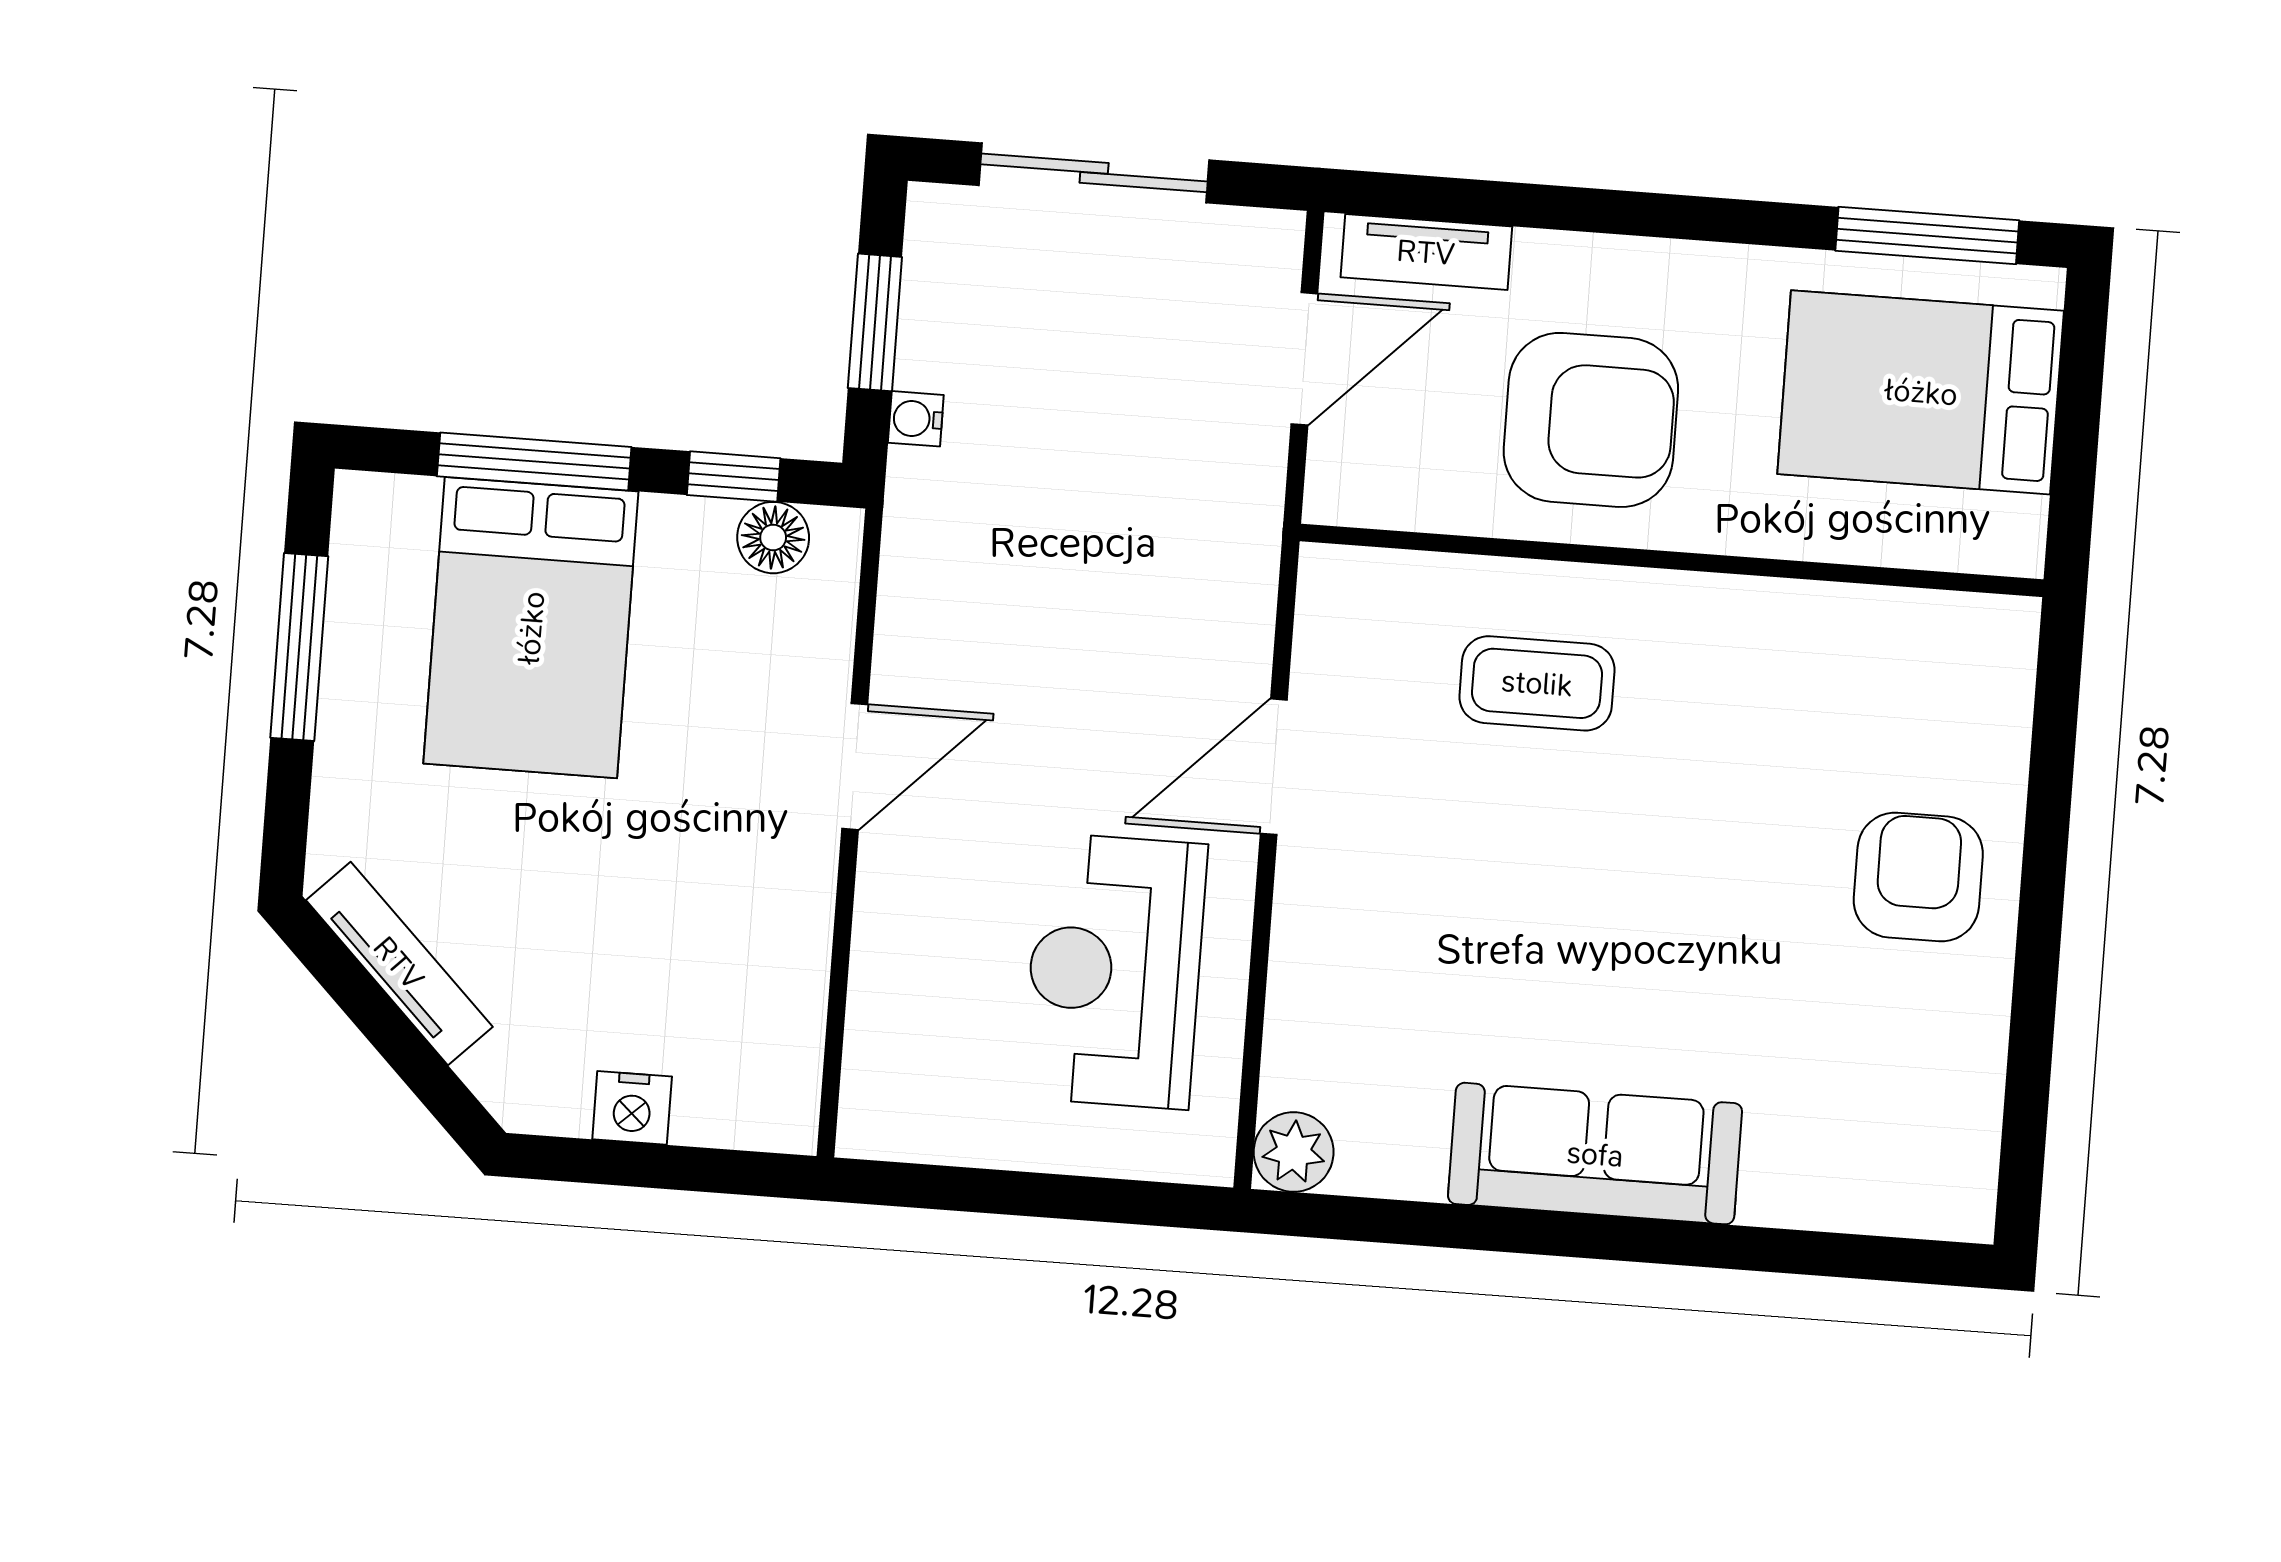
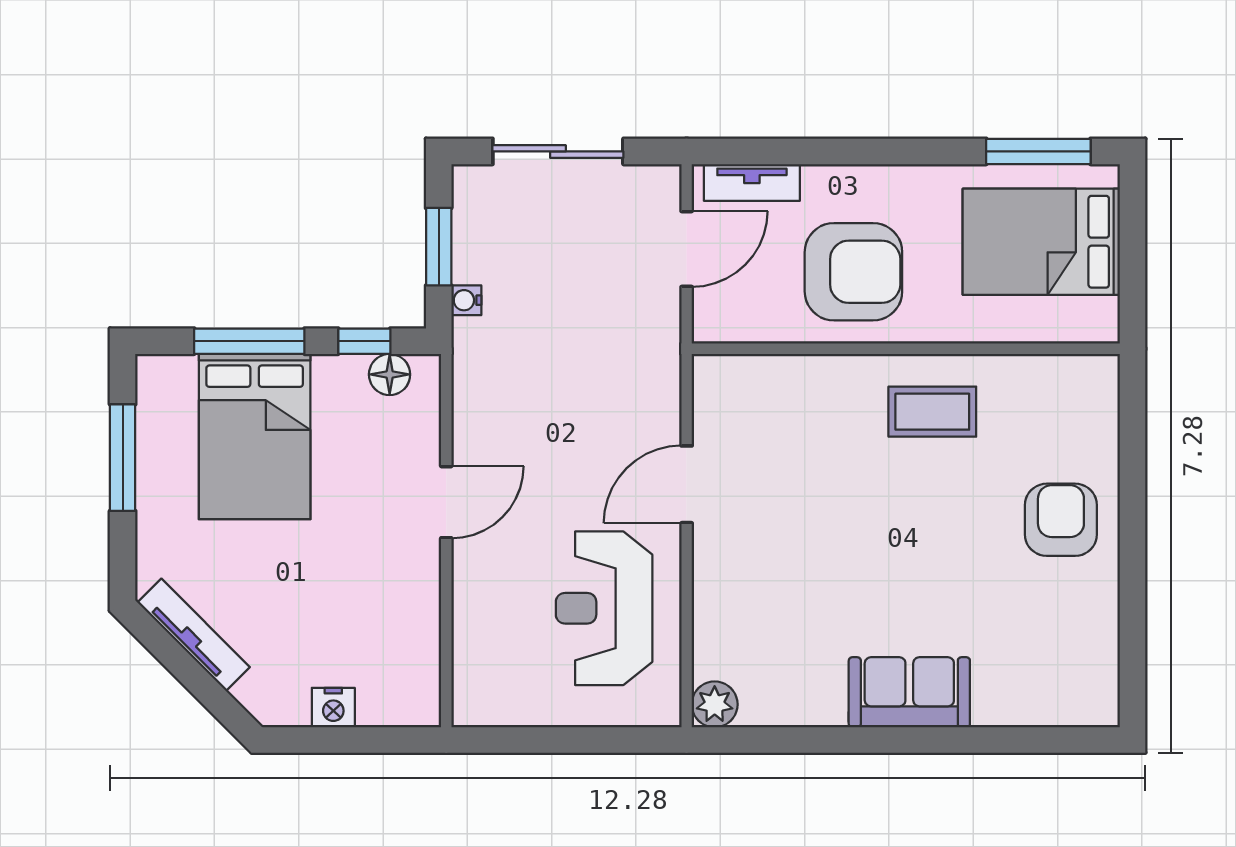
coffee table: (1537, 683) -> (932, 412), moved
sofa: (1595, 1154) -> (909, 692), width x0.73

